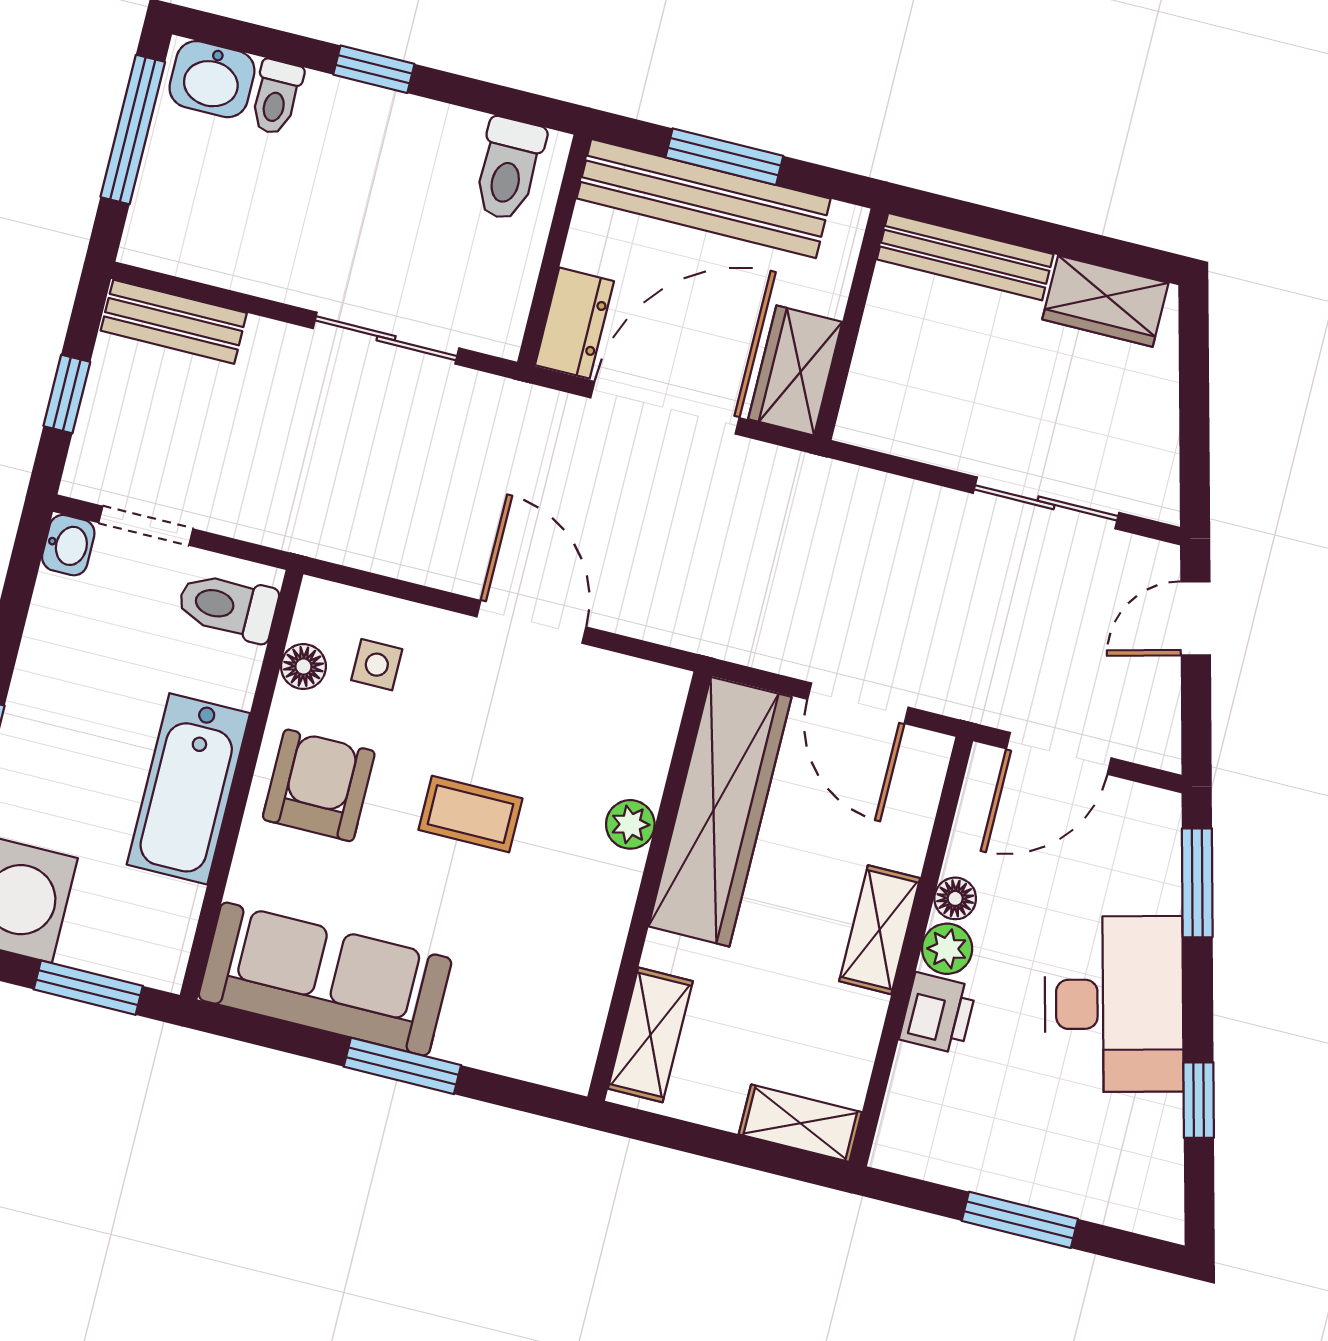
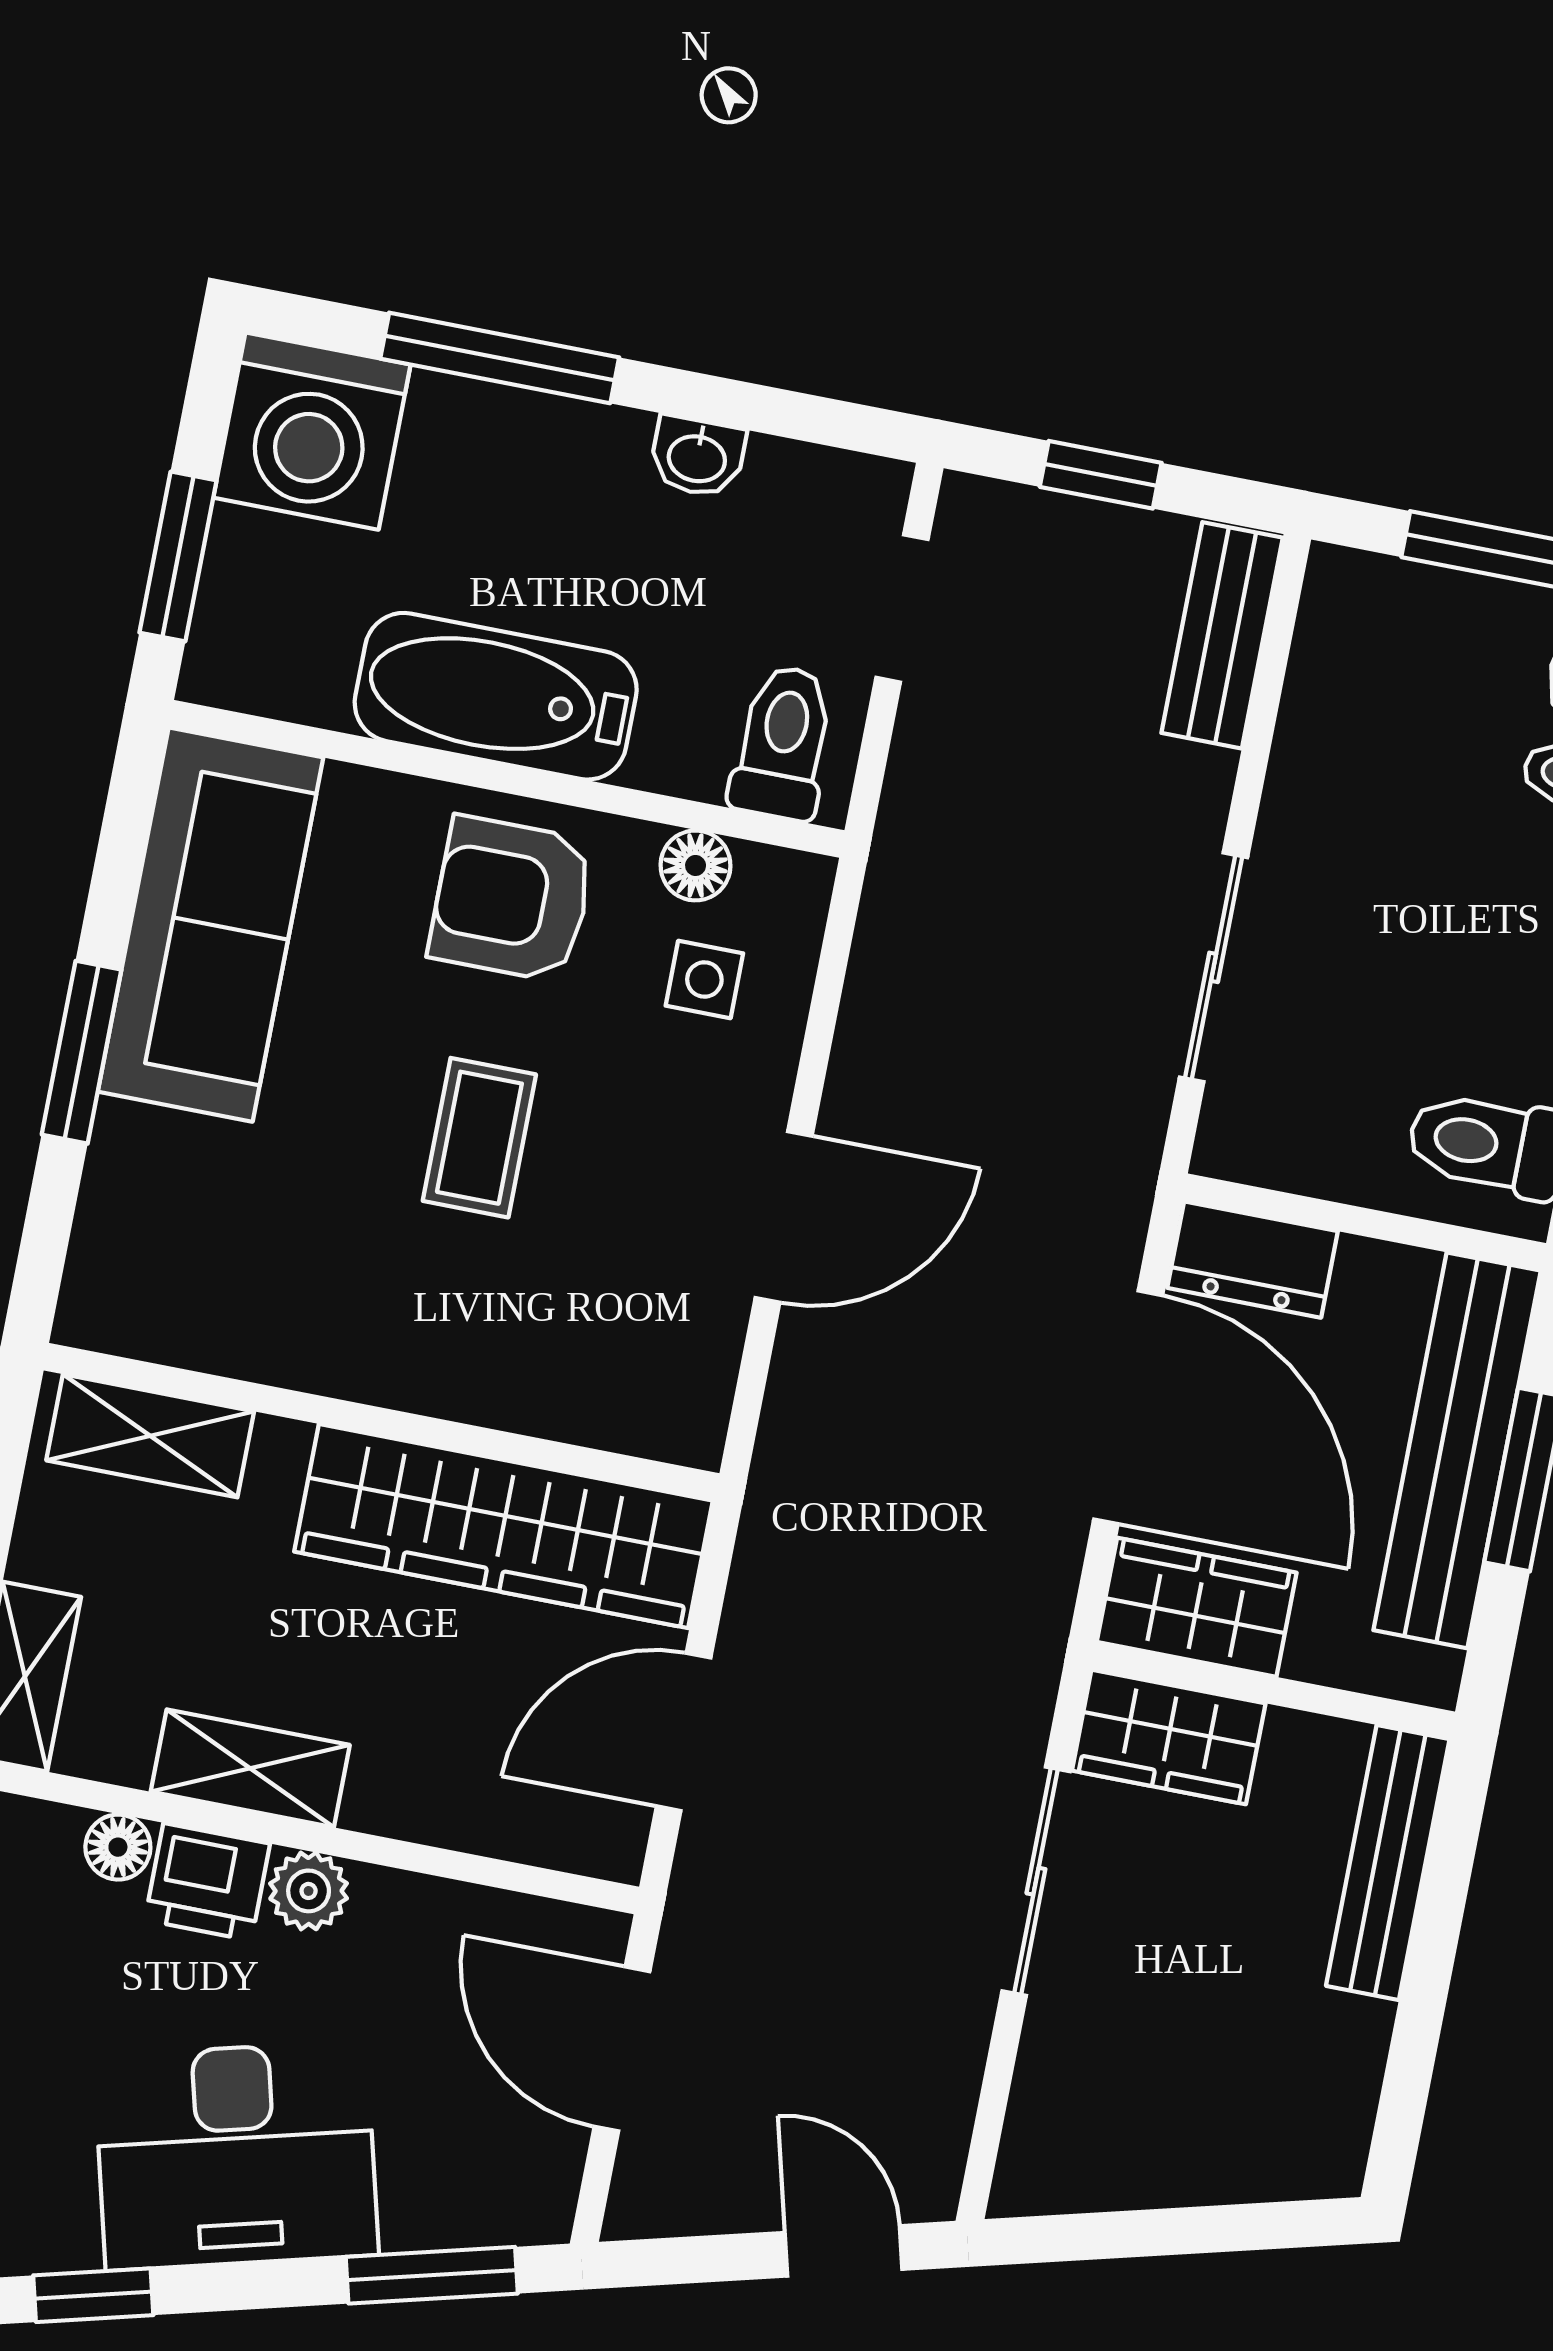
wardrobe: (1105, 301) -> (1169, 1737), moved, turned -90
sliding door: (1046, 503) -> (1036, 1881), moved
washbasin: (68, 545) -> (697, 457), moved
armchair: (319, 785) -> (512, 899), turned 180
plant: (630, 824) -> (476, 1387), removed
floor lamp: (955, 898) -> (118, 1847), moved
shelving: (880, 930) -> (250, 1768), moved

